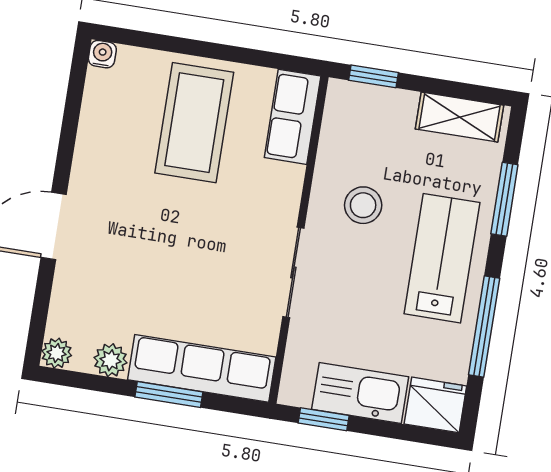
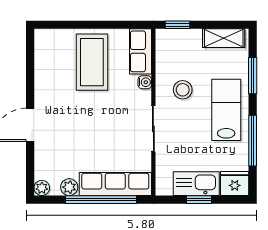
water cooler: (102, 54) -> (145, 82), moved, turned 90
window: (169, 394) -> (101, 200), width x2.11
window: (324, 419) -> (199, 200), moved

